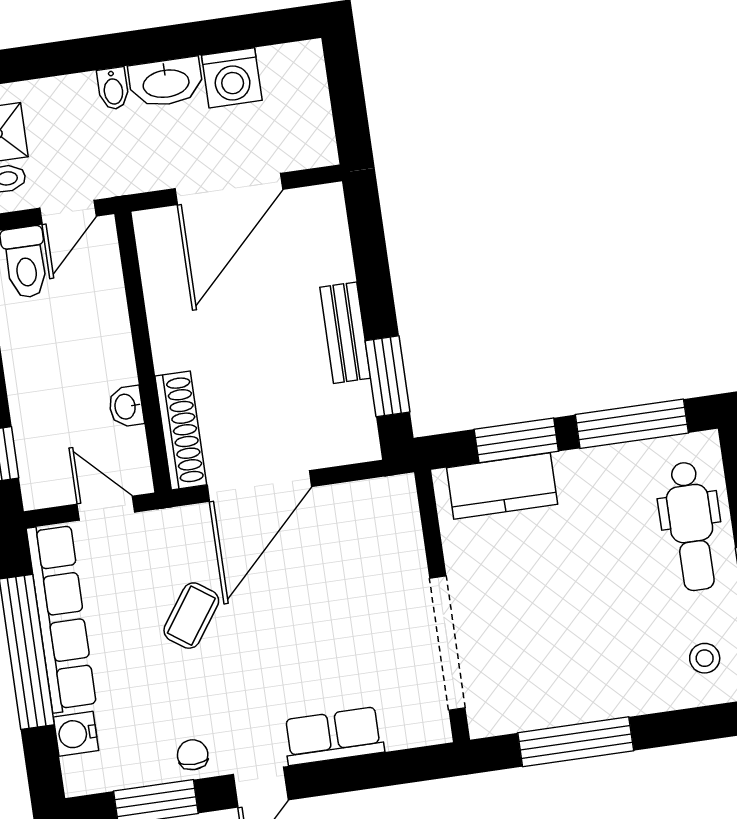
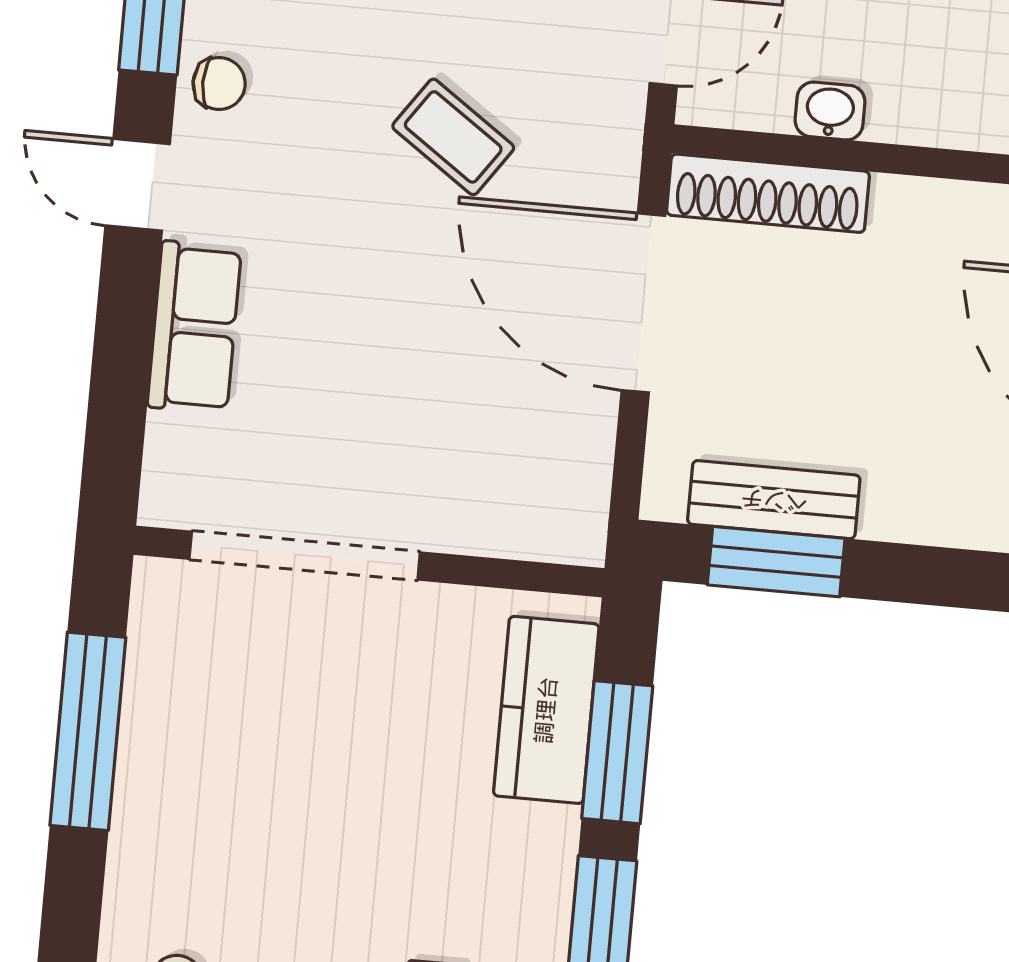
bench: (345, 333) -> (774, 500), moved

